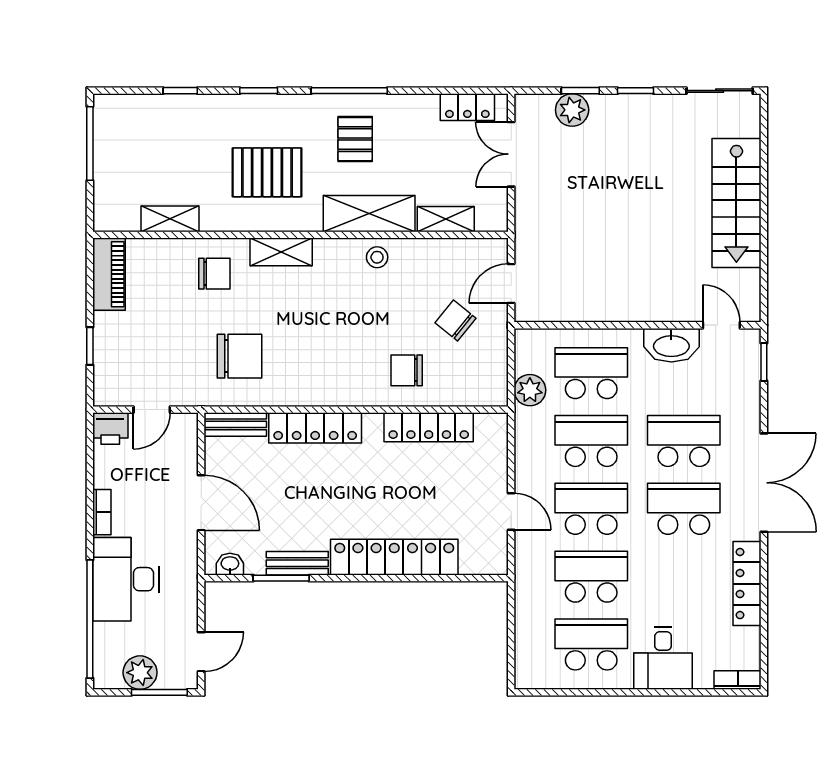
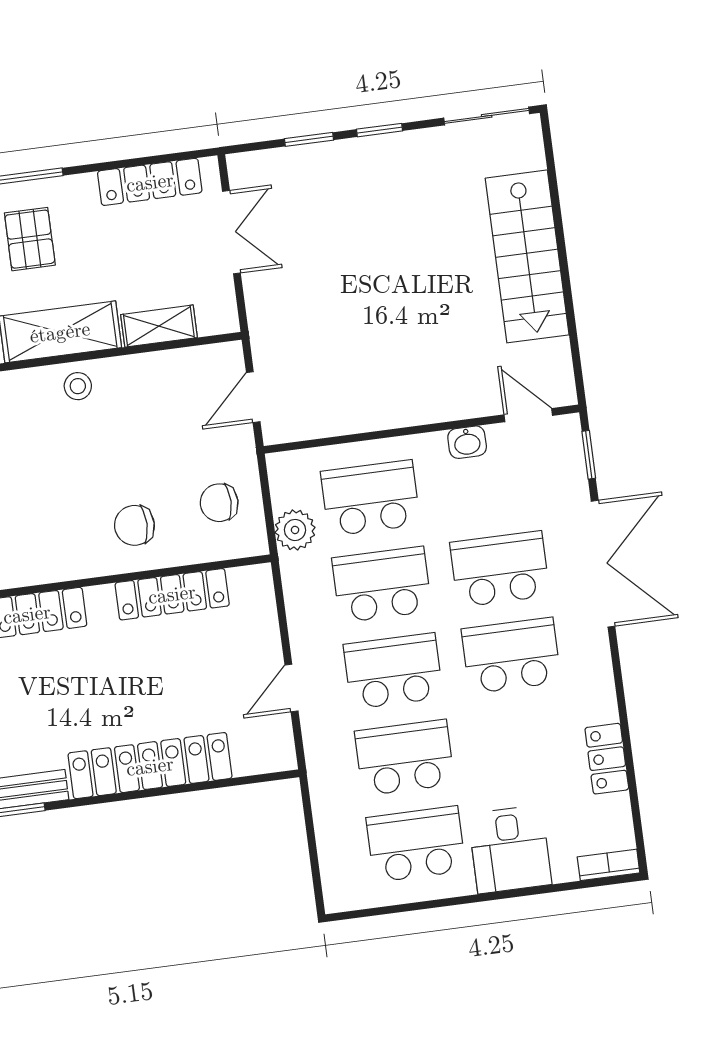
locker: (467, 107) -> (150, 182), width x1.53
plant: (572, 110) -> (302, 166), removed
double door: (511, 154) -> (231, 232), swing flipped
chair: (456, 320) -> (219, 503), moved, turned -39
washbasin: (671, 345) -> (467, 442), width x0.52, depth x0.69
double door: (764, 483) -> (603, 564), moved
door: (511, 512) -> (291, 688), swing flipped
locker: (747, 584) -> (607, 759), width x0.66

